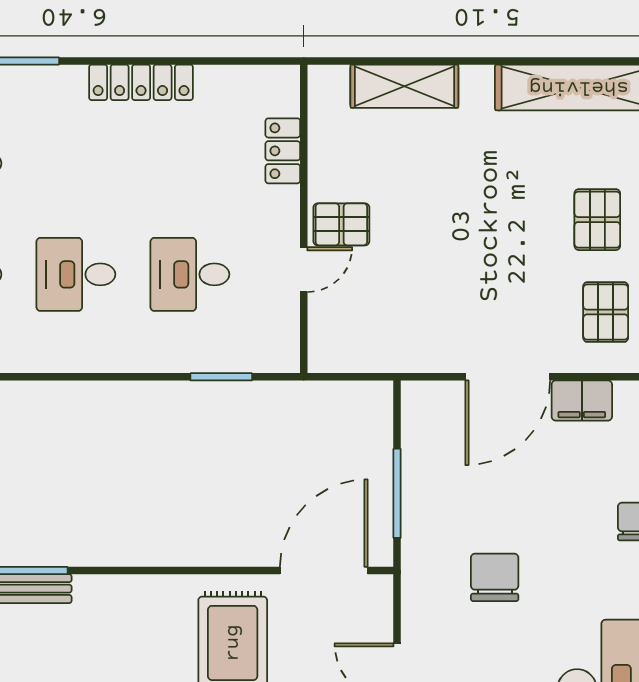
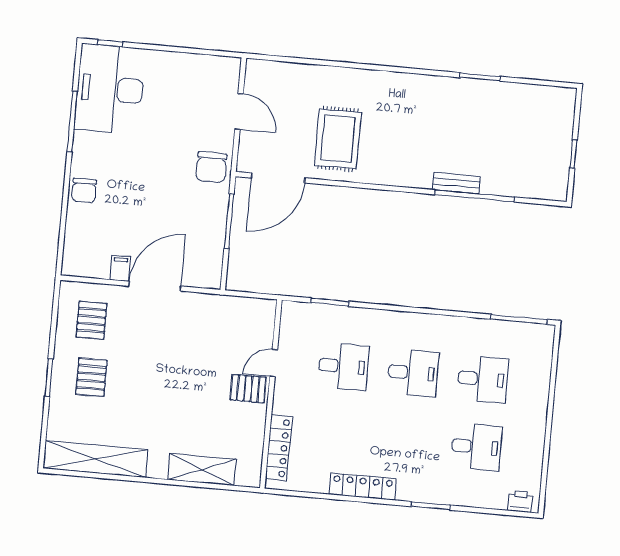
locker: (283, 151) -> (279, 448), width x1.53
filing cabinet: (582, 401) -> (120, 268), width x0.50
chair: (495, 577) -> (211, 167), moved

